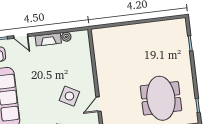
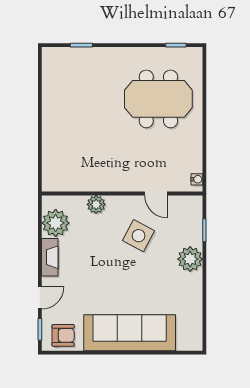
plant: (66, 37) -> (56, 223), width x1.87, depth x1.87
plant: (87, 66) -> (96, 204), added

